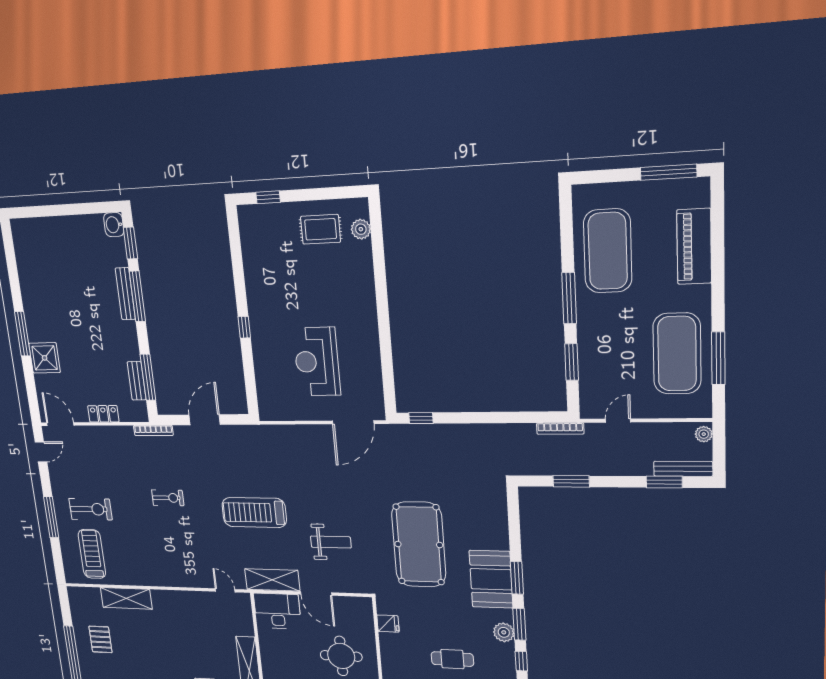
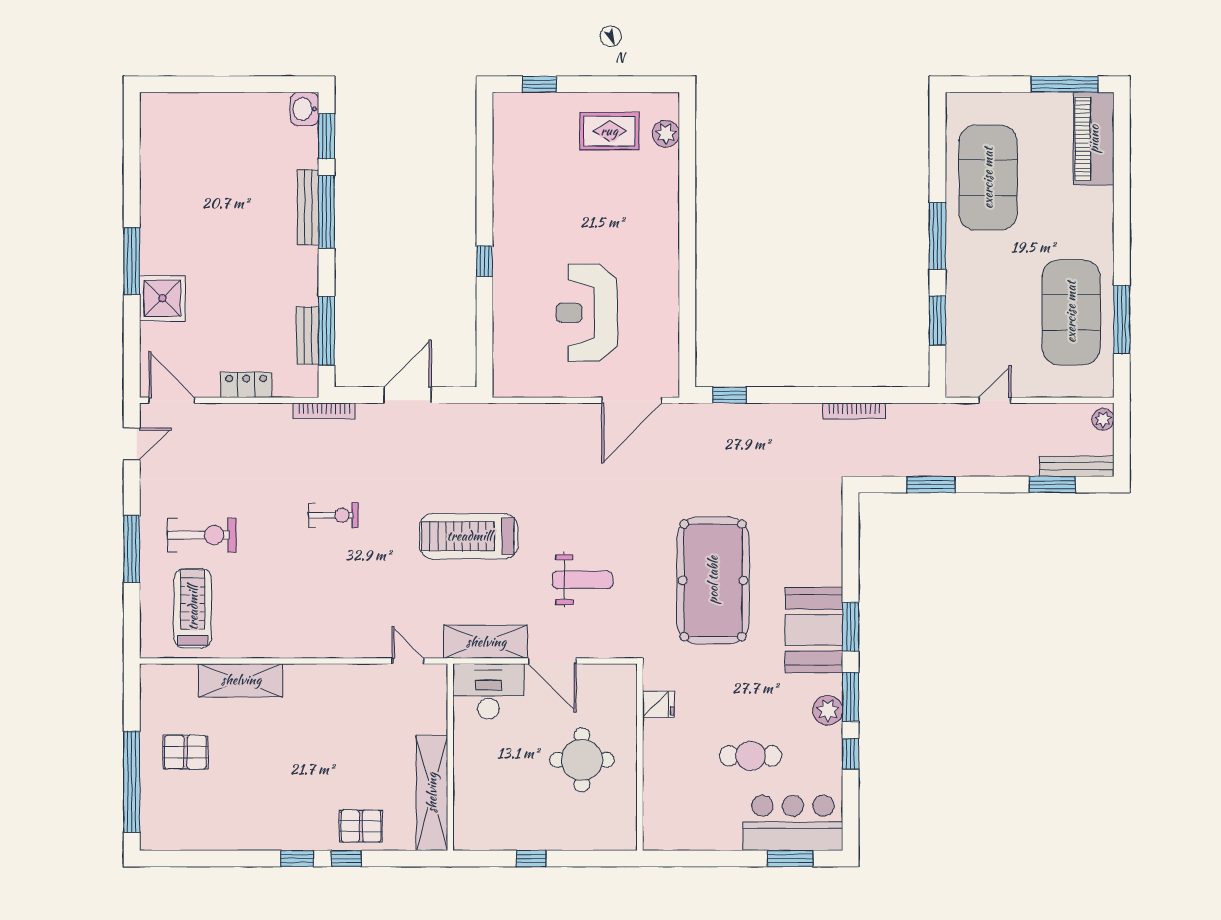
piano: (694, 247) -> (1094, 139), moved
bookcase: (560, 429) -> (854, 411), moved
pallet: (100, 639) -> (185, 752), turned 90

